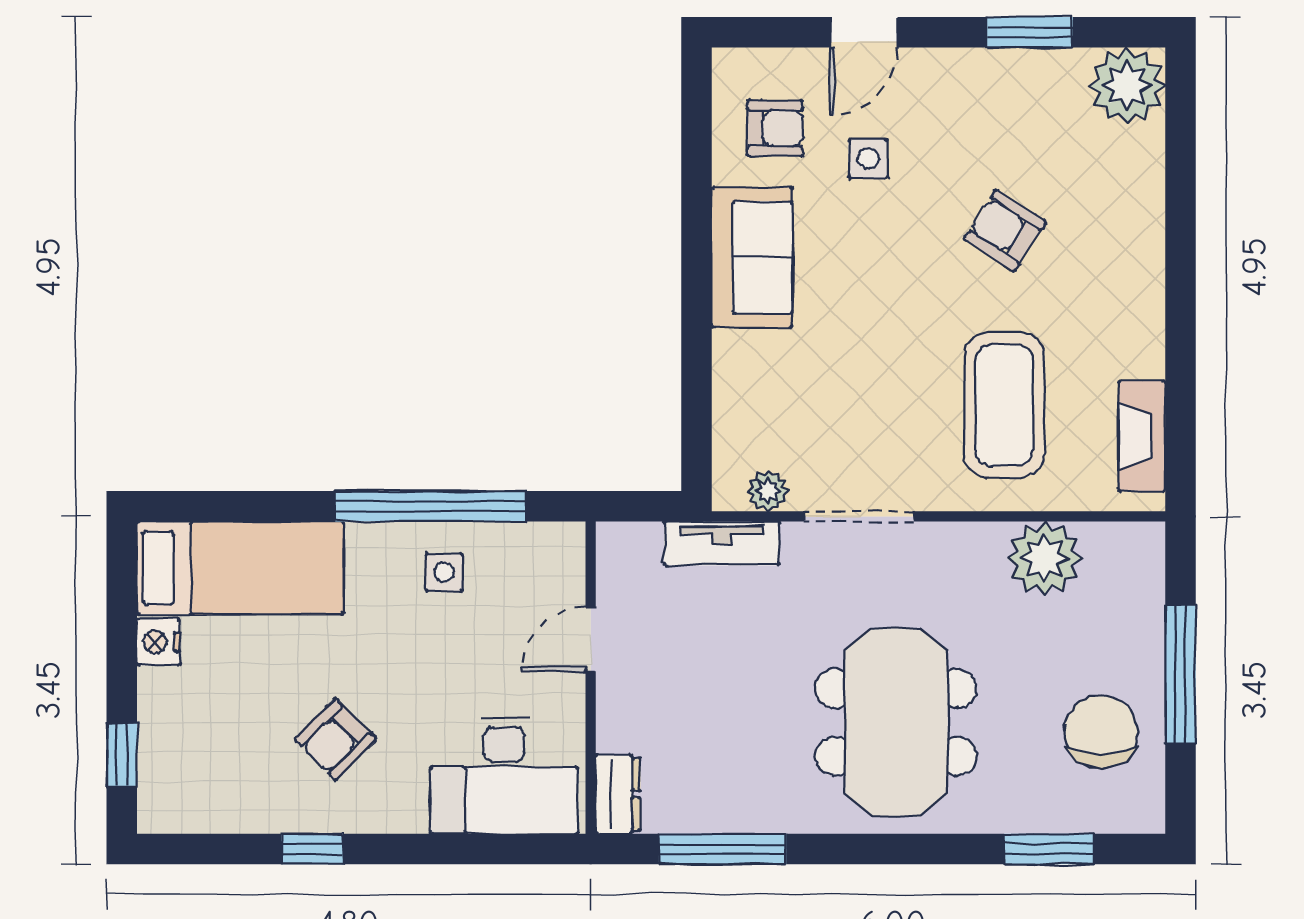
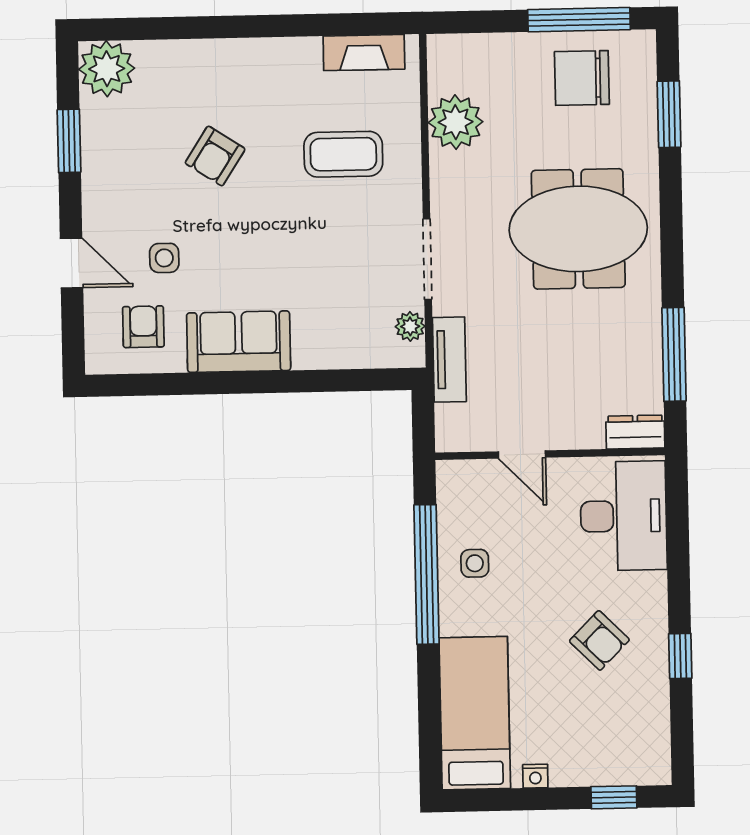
coffee table: (1004, 405) -> (343, 154), width x0.73, depth x0.76
nightstand: (158, 642) -> (535, 776), width x0.72, depth x0.74
window: (1180, 674) -> (579, 20), moved

